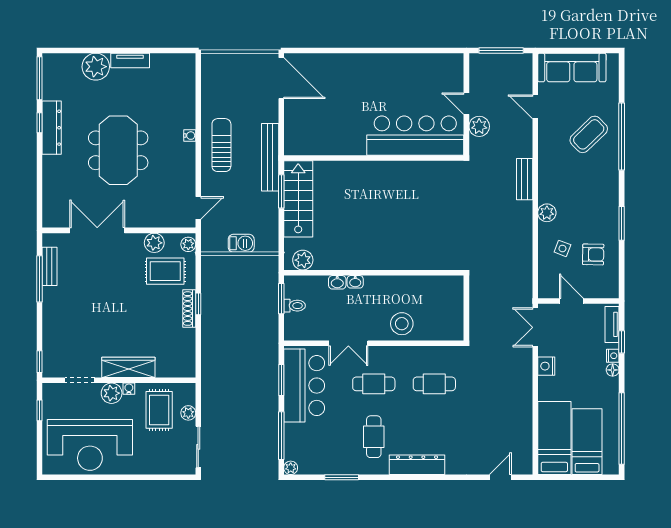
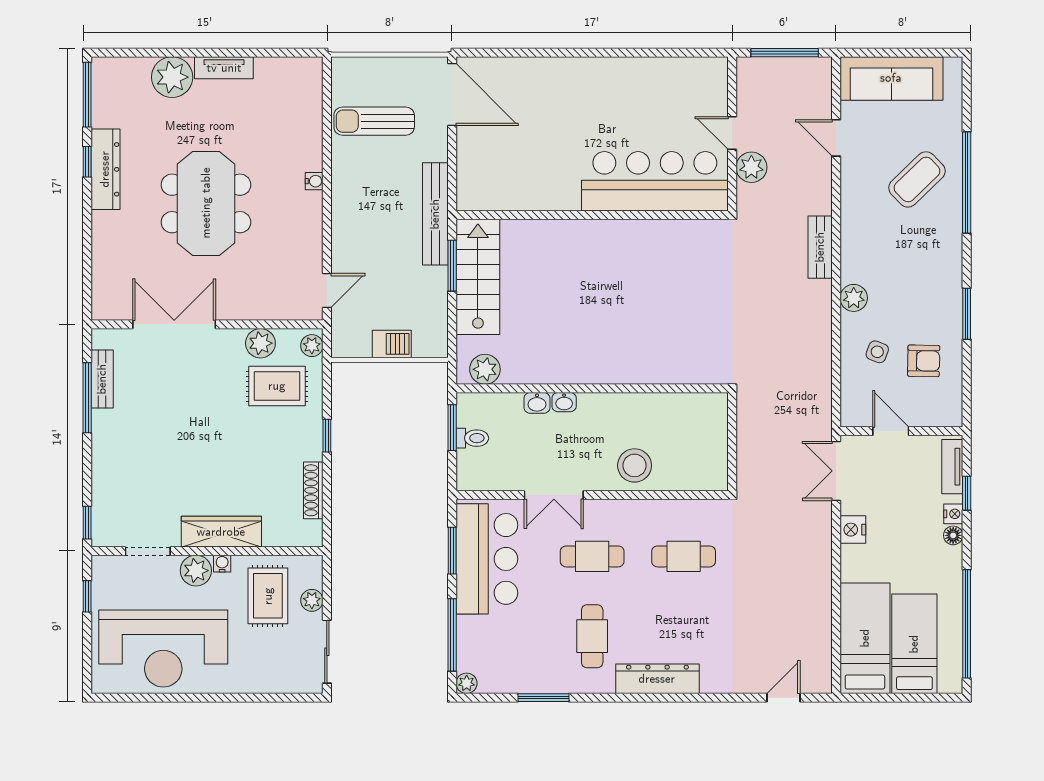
sun lounger: (221, 145) -> (374, 121), moved, turned -90
shoe rack: (189, 309) -> (313, 490), moved

